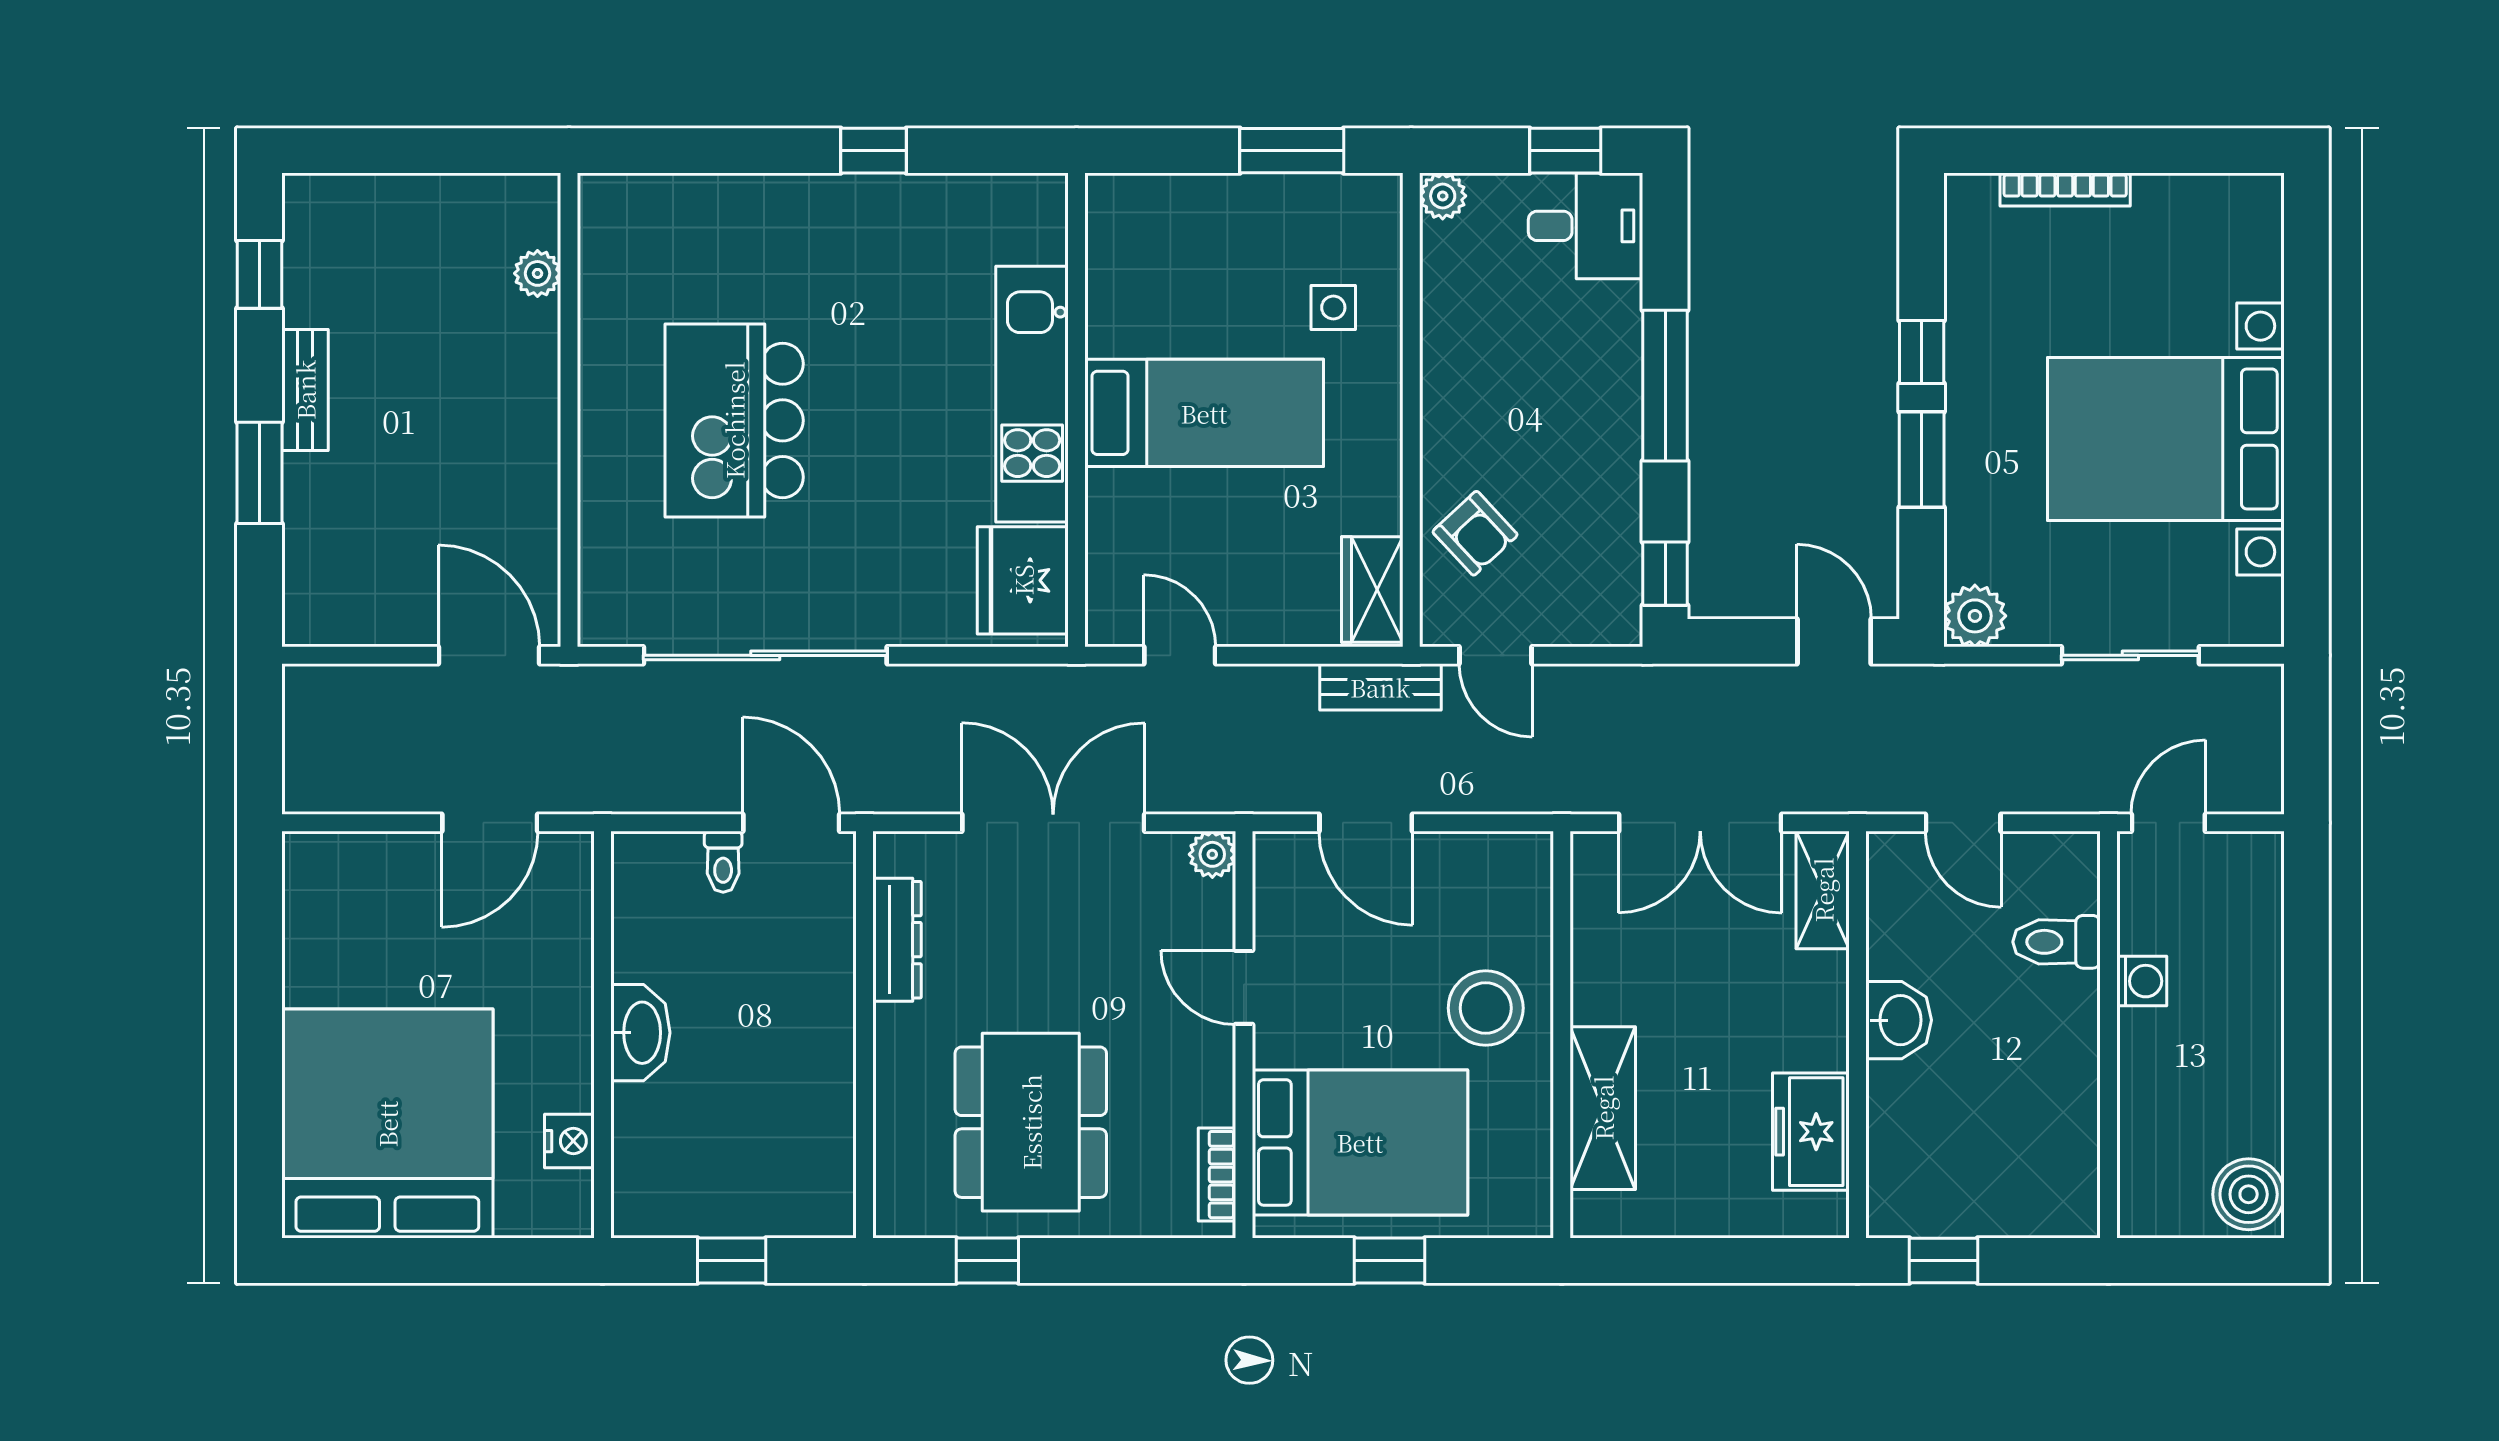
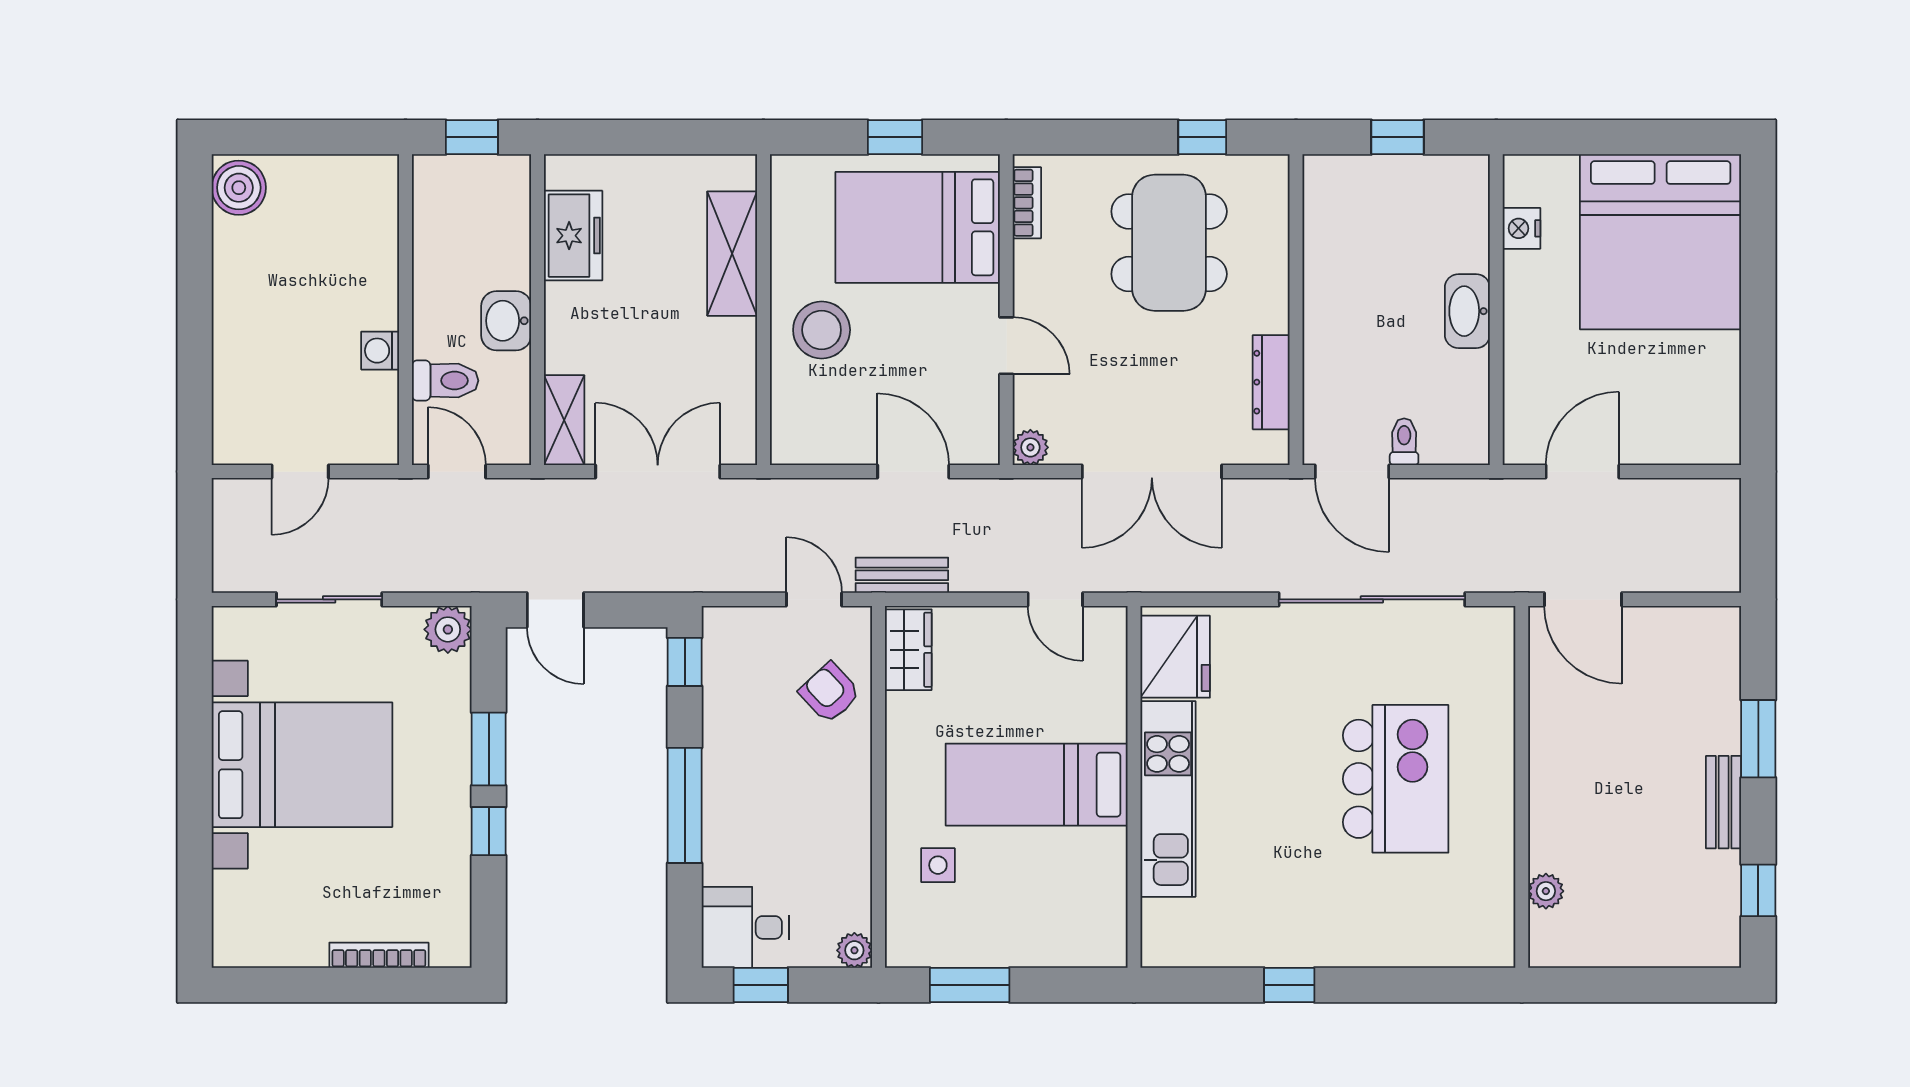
toilet: (2057, 942) -> (445, 381), moved
washing machine: (2142, 981) -> (380, 351), moved
wall: (2108, 1035) -> (405, 310), moved

